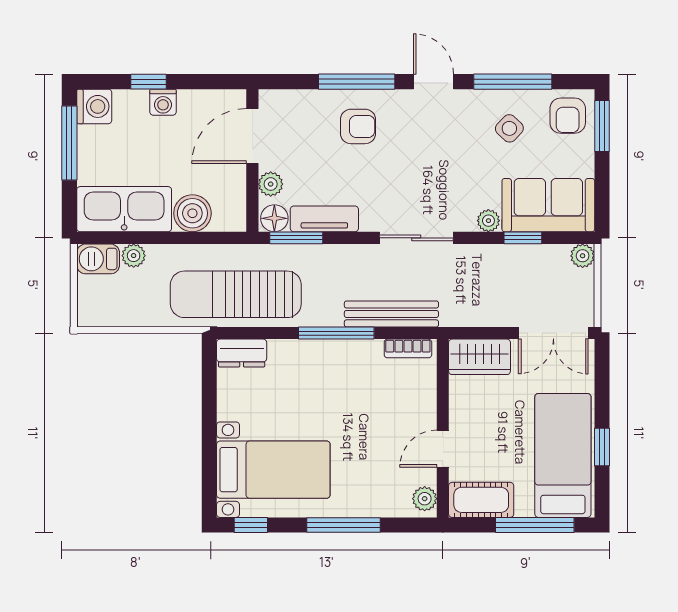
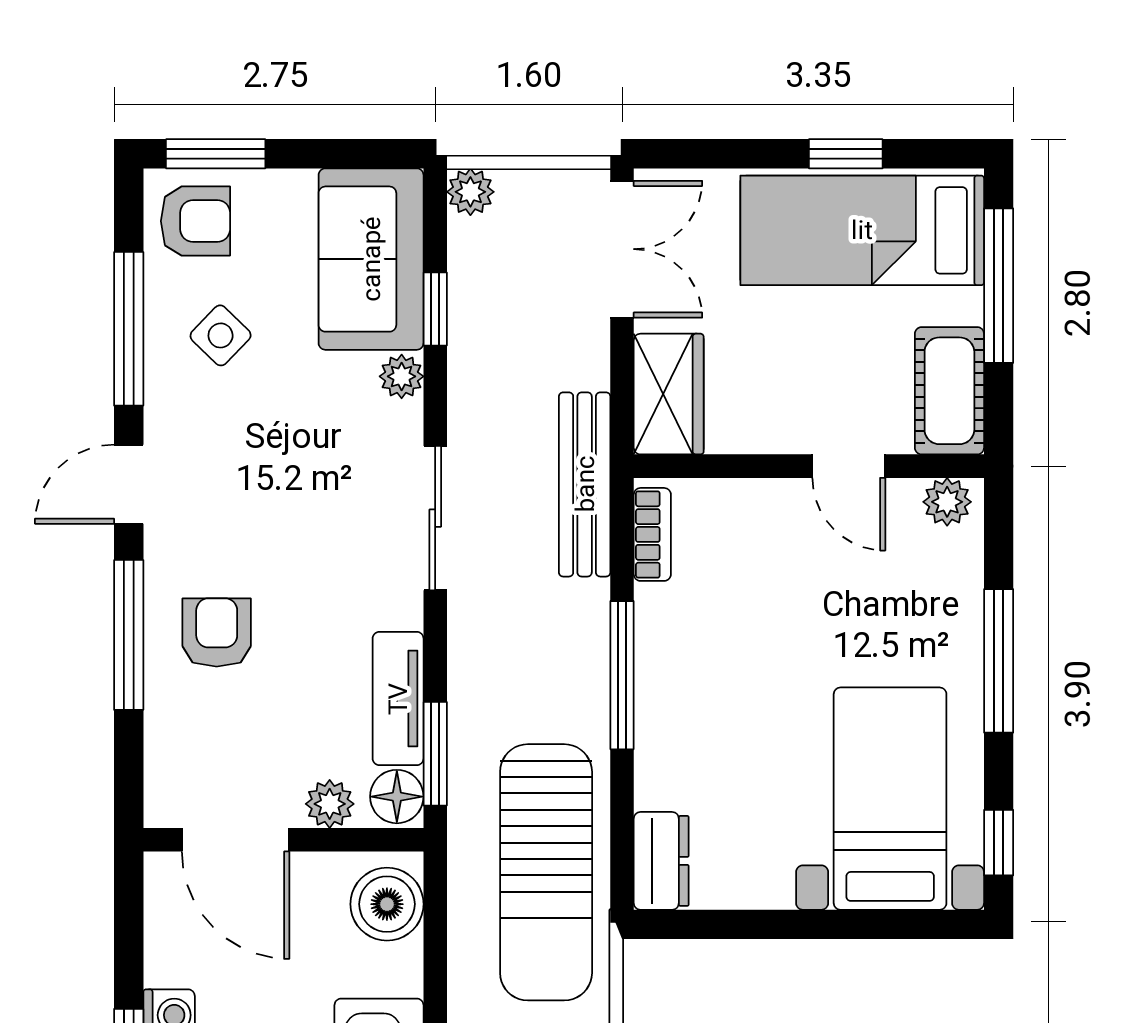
boiler: (192, 213) -> (387, 904), moved
bench: (391, 314) -> (585, 484), moved

